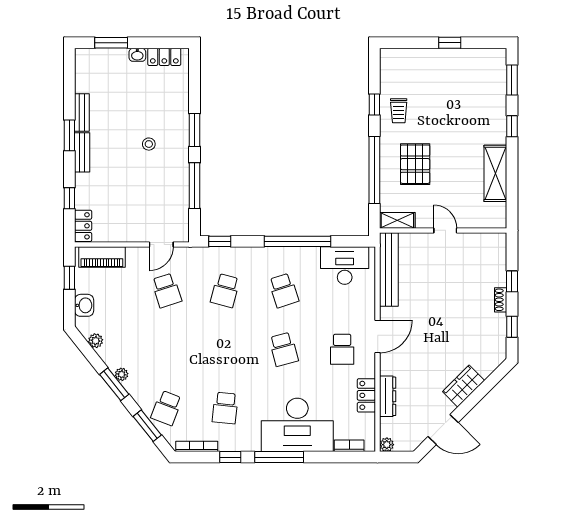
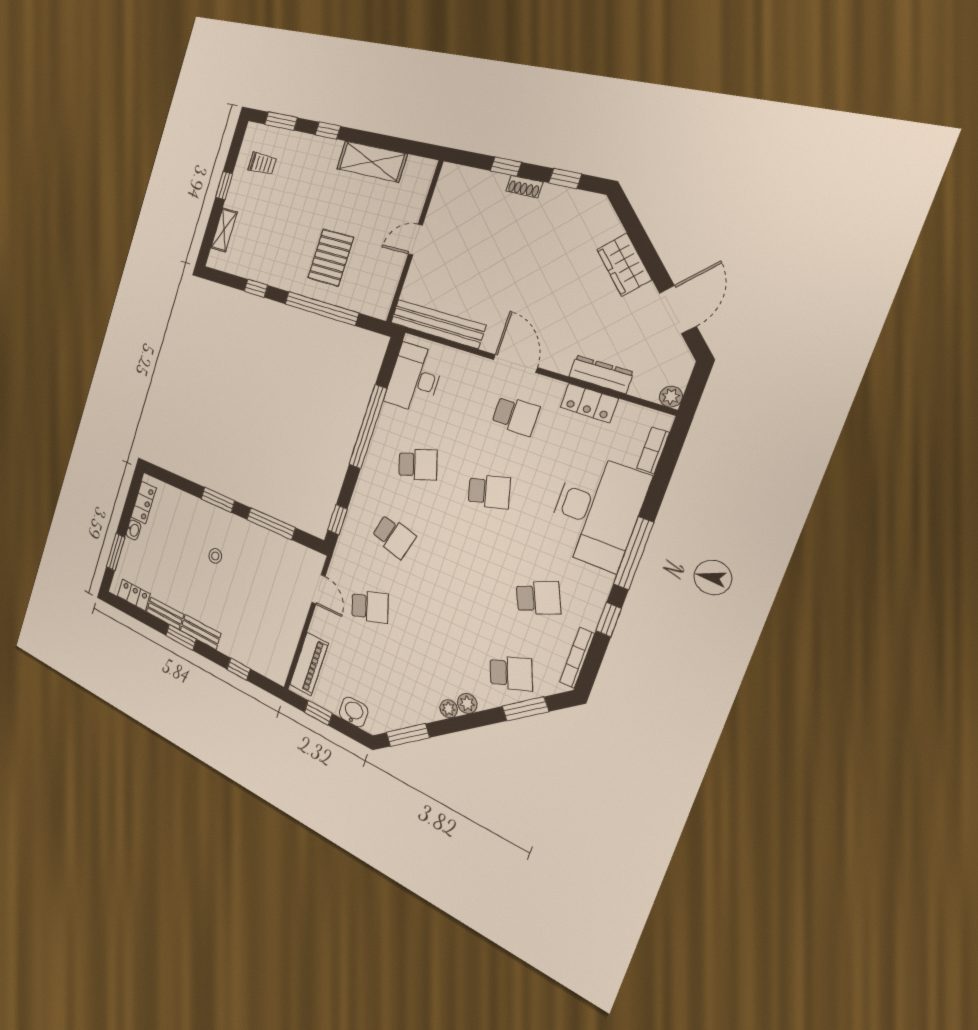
trolley: (399, 111) -> (262, 163), moved
pallet: (415, 164) -> (331, 258), turned 90
shelving: (397, 220) -> (224, 230), moved
locker: (83, 226) -> (134, 595), moved
plant: (96, 341) -> (467, 703), moved
window: (114, 384) -> (408, 735), moved
school desk: (167, 408) -> (511, 673), turned -42
school desk: (225, 408) -> (538, 598), turned -30

